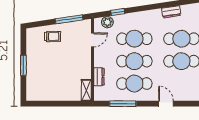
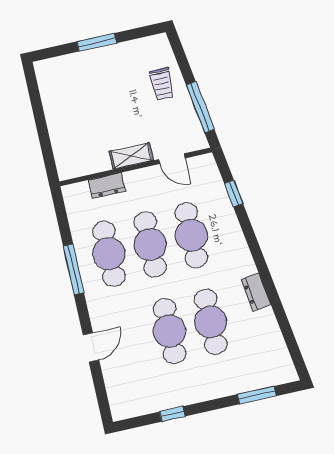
plant: (107, 22) -> (211, 179), removed
shelving: (86, 90) -> (131, 156), moved
window: (123, 104) -> (74, 269), moved
door: (166, 104) -> (91, 347), moved

